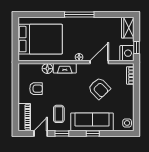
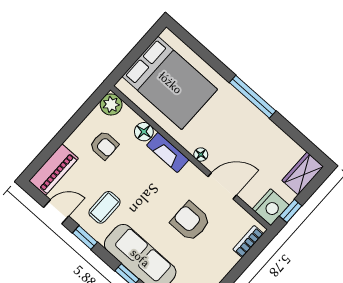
plant: (24, 69) -> (111, 104), added
armchair: (99, 88) -> (190, 221), turned 134

